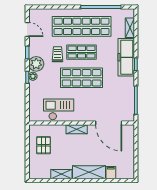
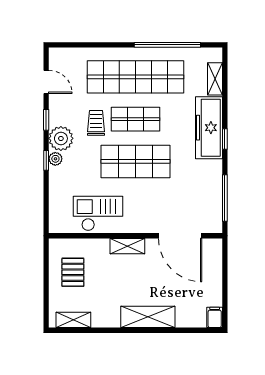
filing cabinet: (111, 173) -> (215, 317), moved
shelving: (61, 174) -> (73, 320), moved

